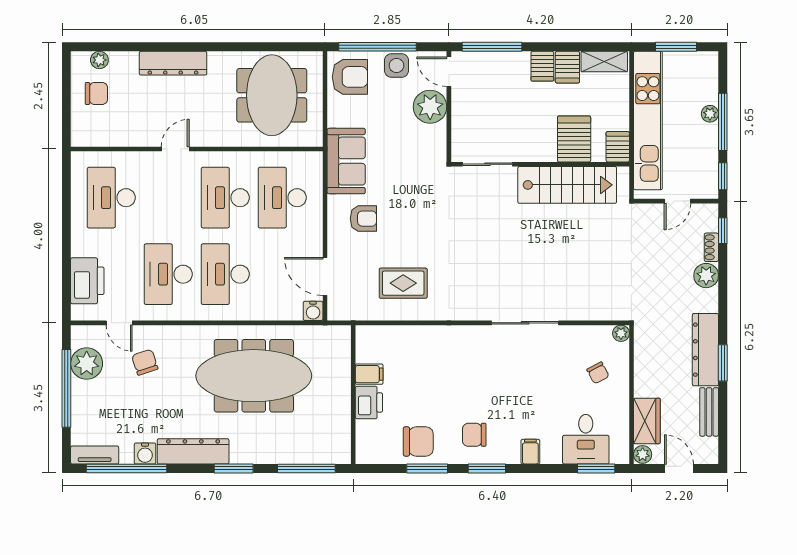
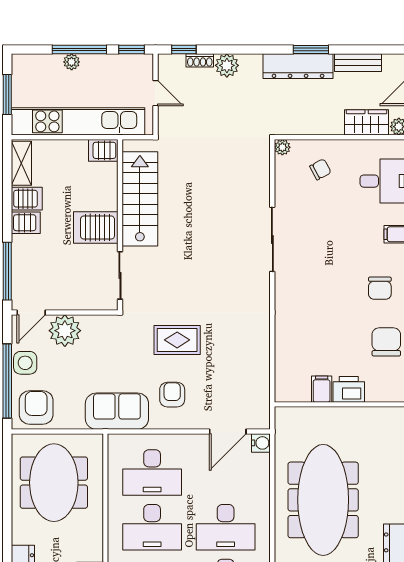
meeting table: (272, 95) -> (54, 483), turned 90
server rack: (574, 139) -> (96, 228), moved
rug: (403, 283) -> (177, 340), moved, turned 90

